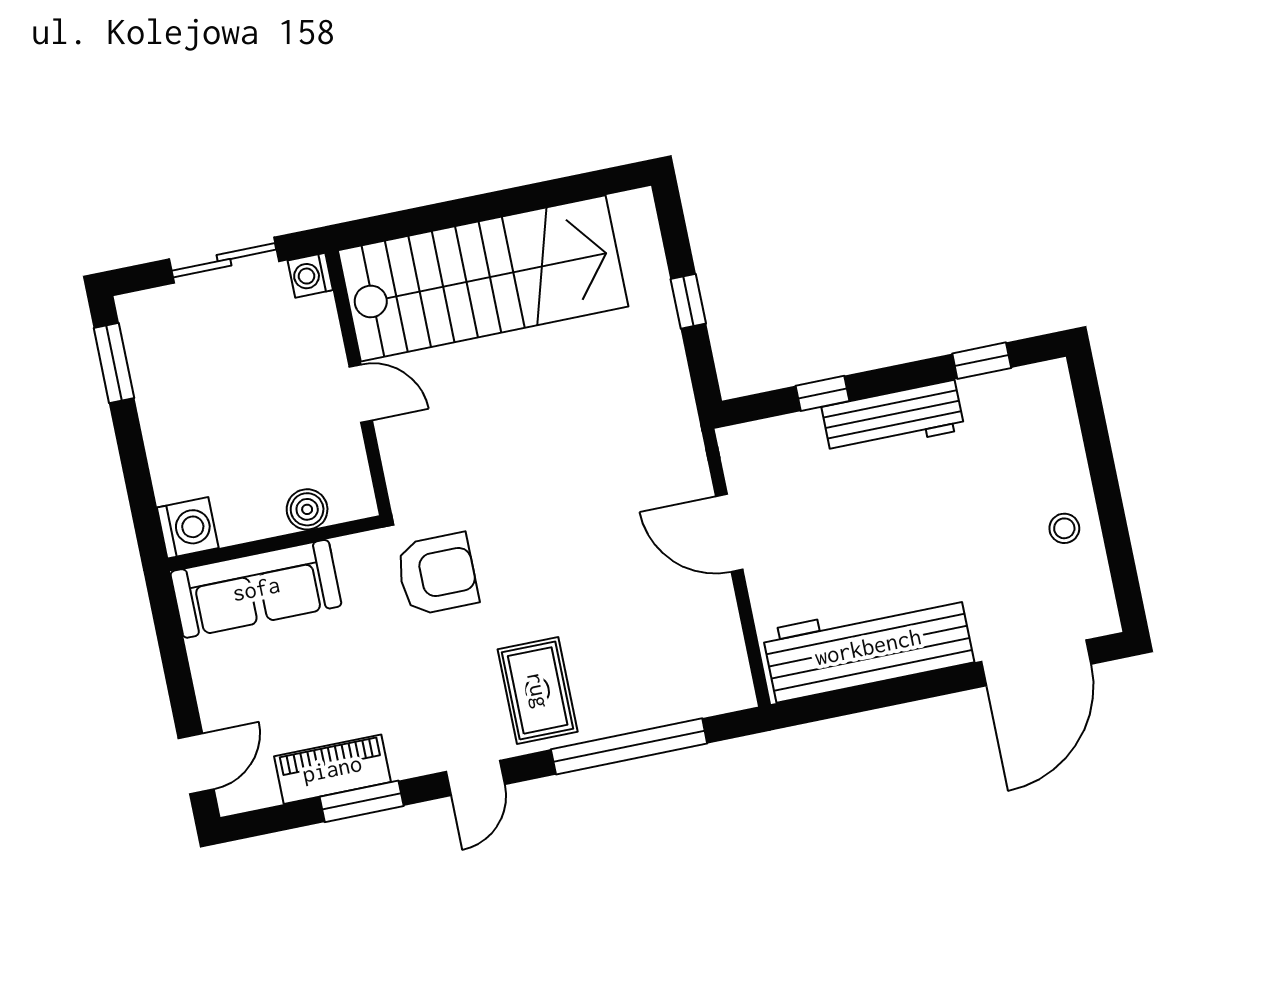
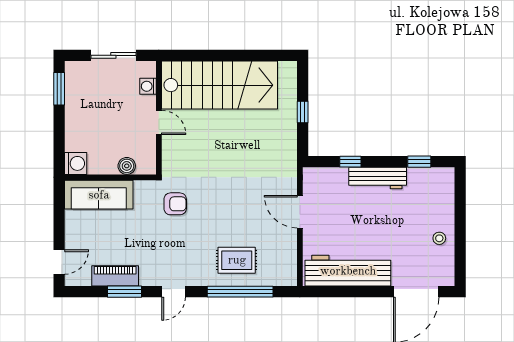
washing machine: (310, 275) -> (148, 86), moved
armchair: (437, 574) -> (175, 204), width x0.72, depth x0.72
rug: (538, 690) -> (237, 260), moved, turned 90

